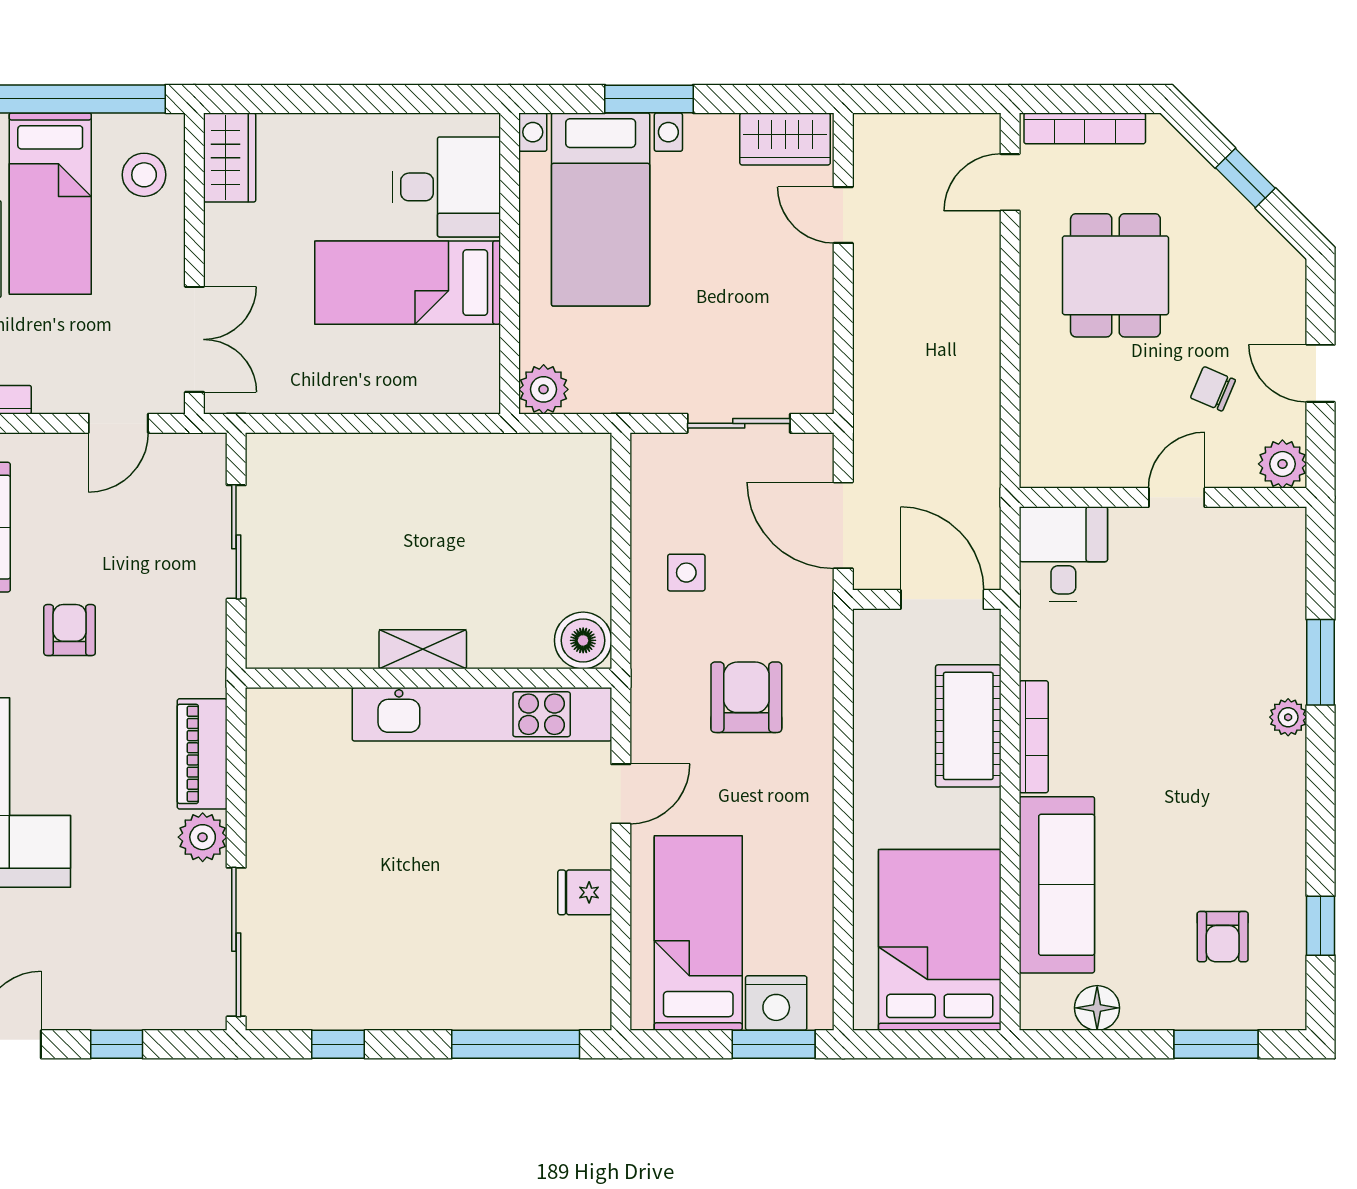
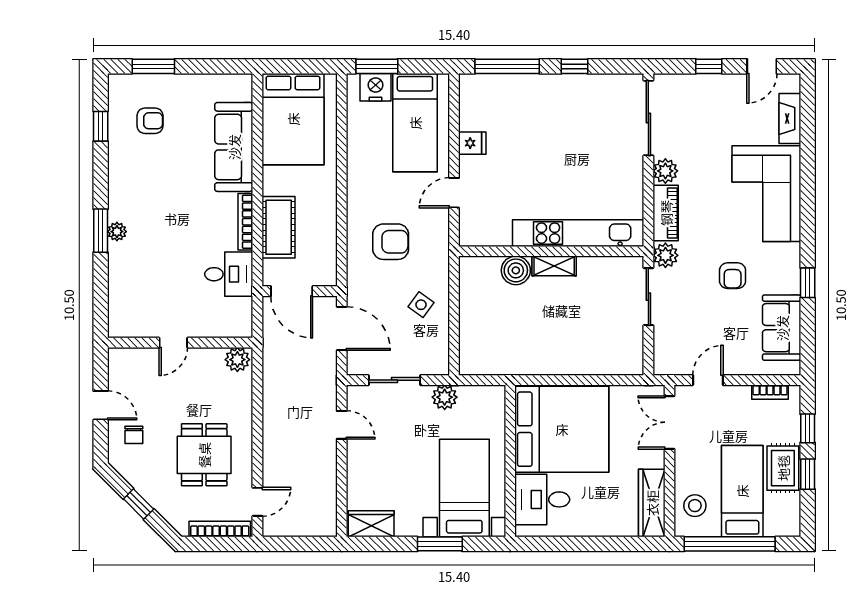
wardrobe: (230, 158) -> (652, 503), width x1.50
door: (843, 215) -> (342, 425), moved
bed: (408, 283) -> (562, 429), width x2.04
plant: (544, 389) -> (445, 397), moved
chair: (1213, 389) -> (134, 435), moved, turned 67
plant: (1282, 464) -> (237, 360), moved
sliding door: (236, 542) -> (648, 297), moved
desk: (1063, 554) -> (229, 274), moved, turned -90
side table: (686, 573) -> (421, 305), turned 36
boiler: (583, 640) -> (516, 270), moved
window: (1321, 662) -> (101, 231), moved
plant: (202, 670) -> (665, 255), added
armchair: (746, 697) -> (391, 242), turned -90
kitchen unit: (482, 714) -> (578, 233), moved
armchair: (1223, 937) -> (150, 121), turned 90
floor lamp: (1097, 1008) -> (213, 85), removed
window: (338, 1044) -> (574, 66), moved

